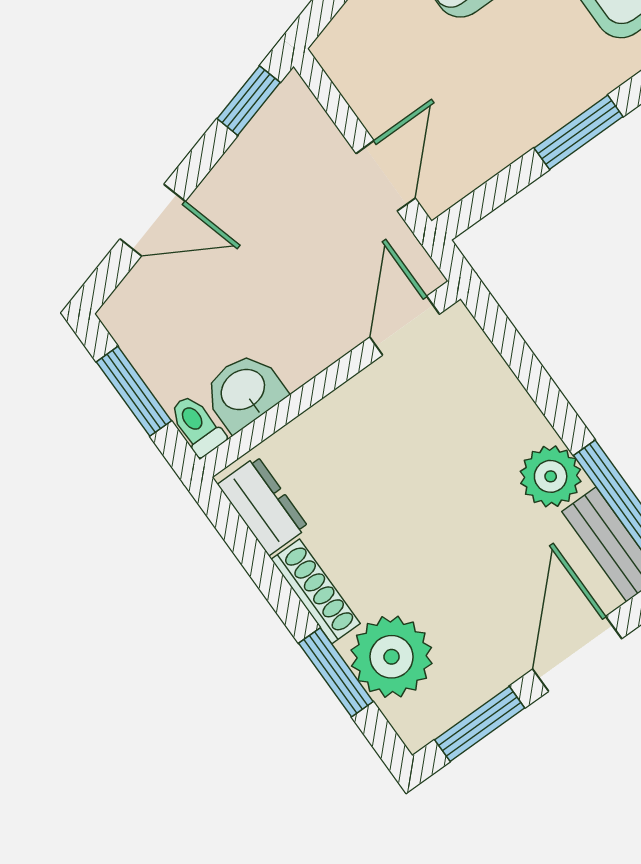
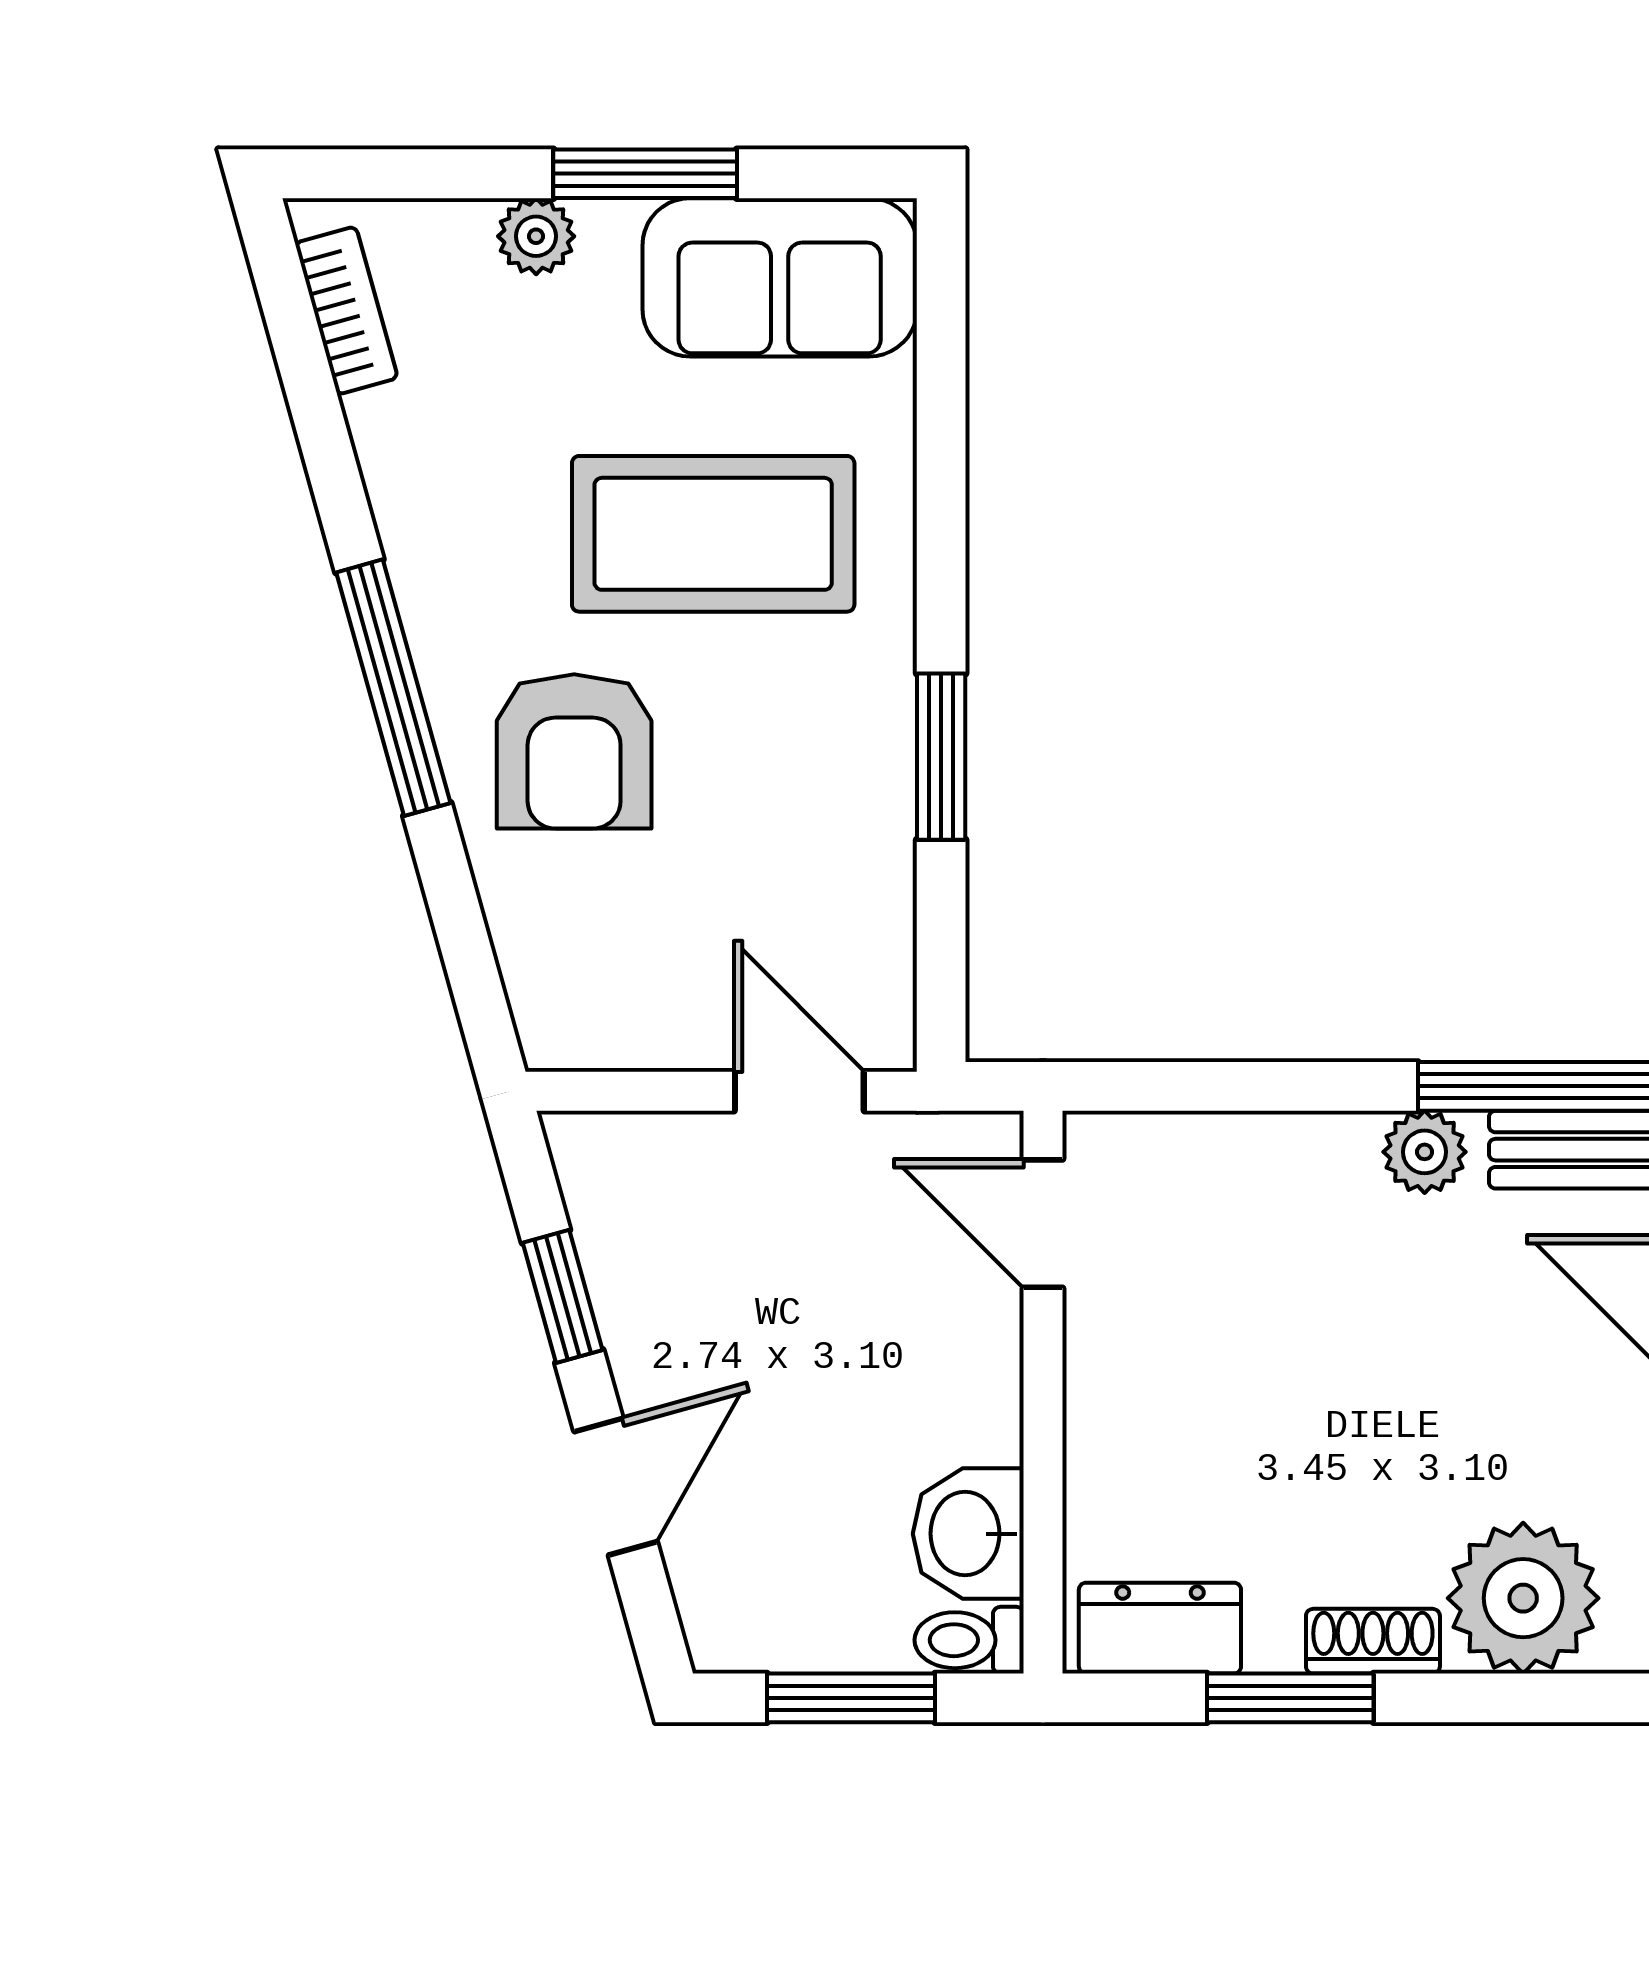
window: (249, 101) -> (563, 1296), moved
plant: (551, 476) -> (1425, 1152), width x0.73, depth x0.73
shoe rack: (316, 591) -> (1373, 1641), width x0.70
window: (336, 672) -> (1290, 1698), moved

